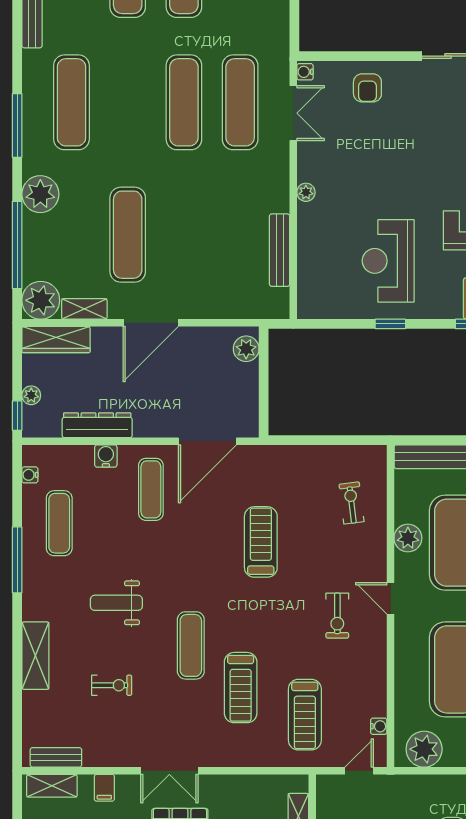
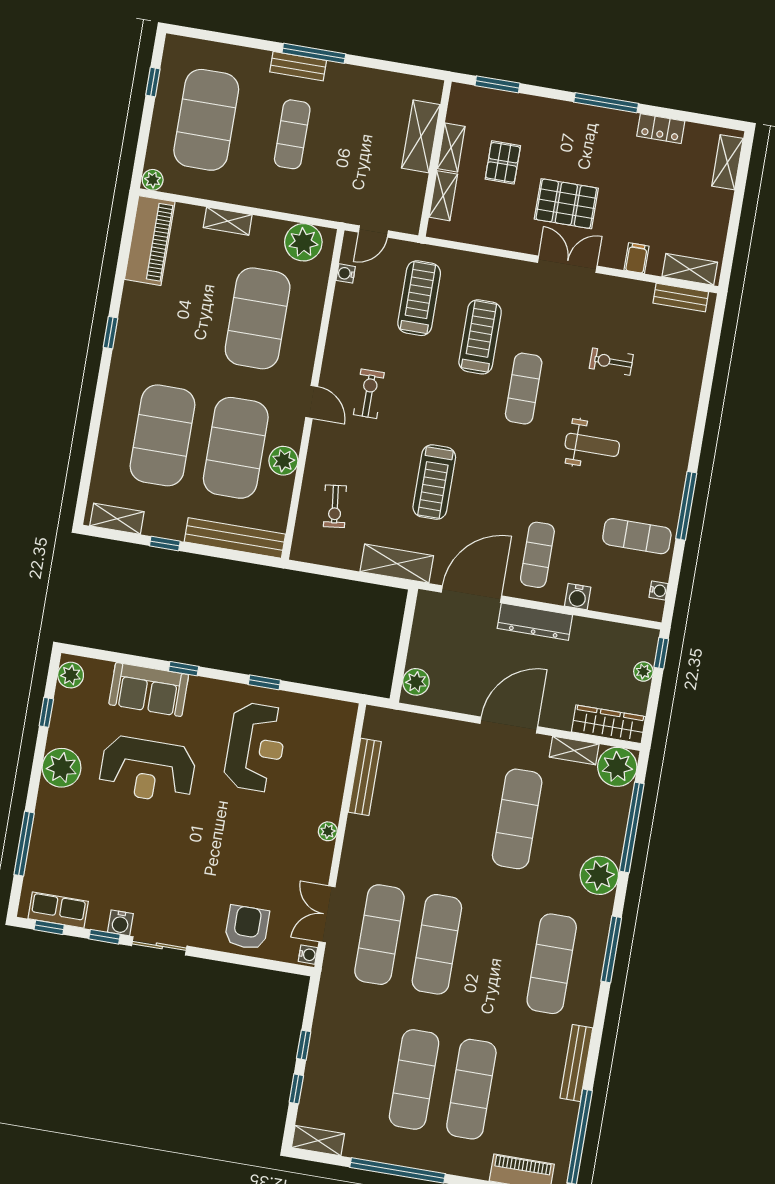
armchair: (367, 88) -> (247, 927), width x1.38, depth x1.38
dresser: (97, 425) -> (535, 622), moved
exercise mat: (59, 523) -> (637, 536), turned 90
shelving: (35, 656) -> (397, 564), moved, turned 90

